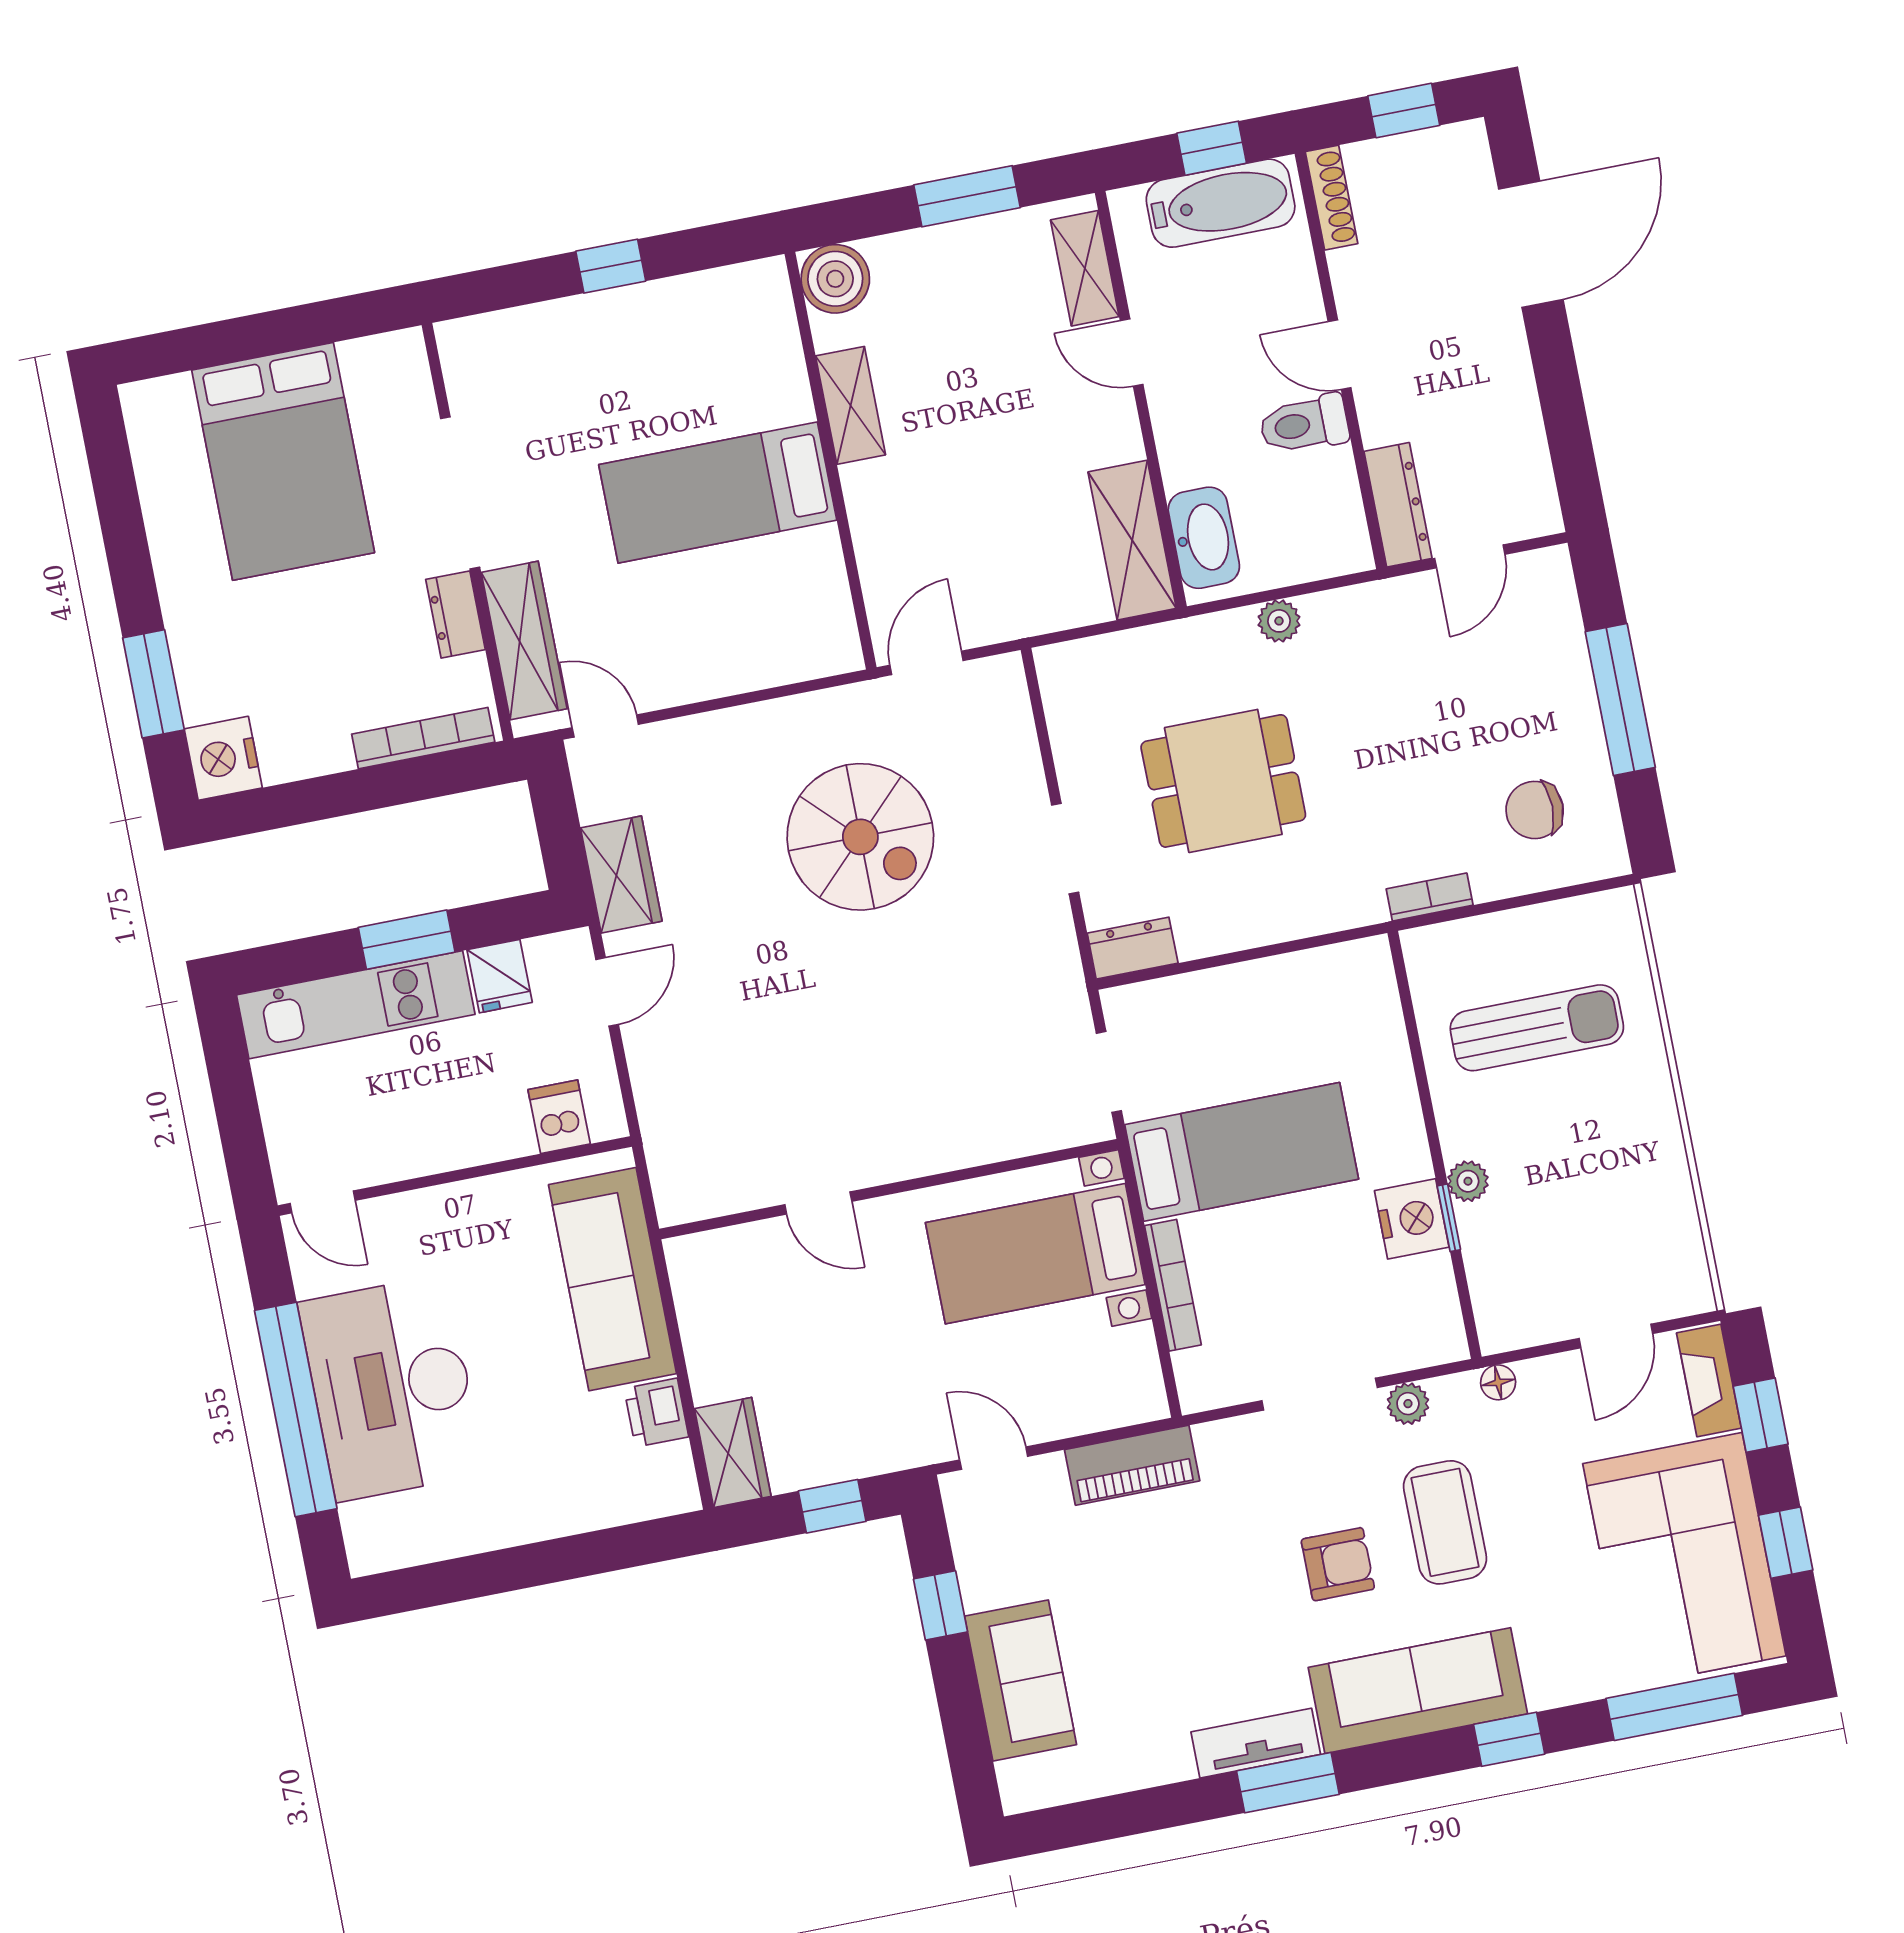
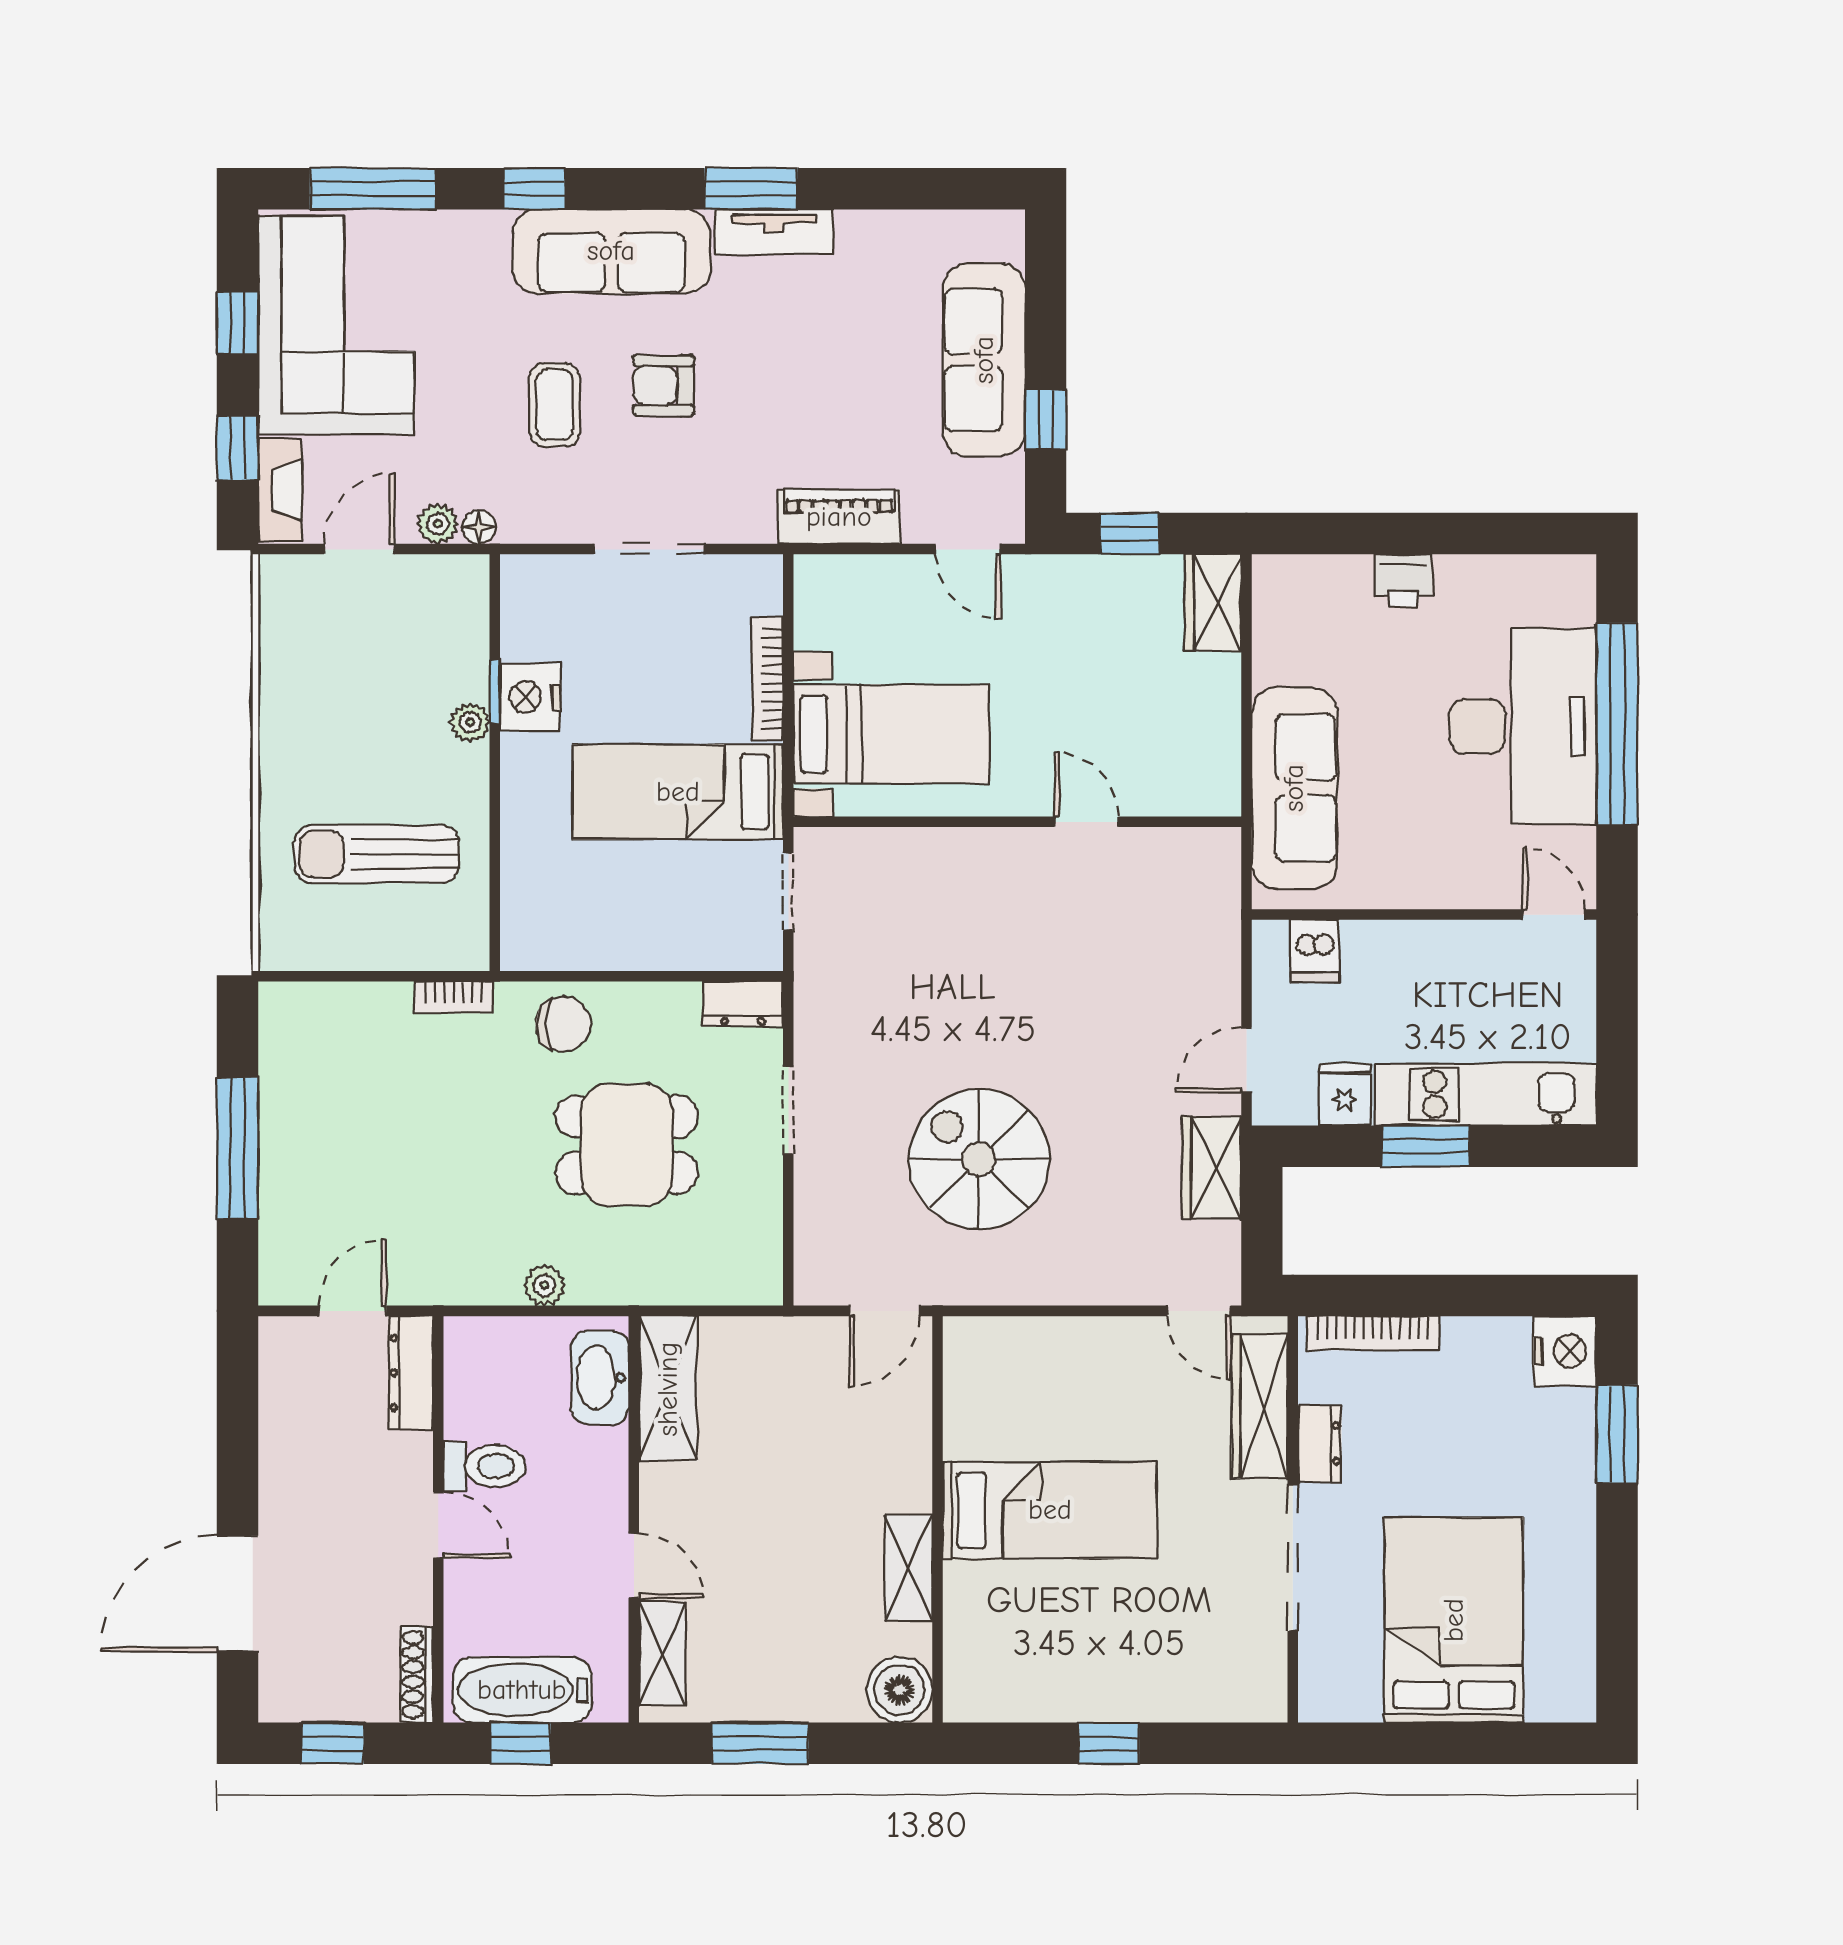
chair: (1535, 810) -> (563, 1024), moved
plant: (1408, 1404) -> (438, 524), moved
printer: (656, 1413) -> (1403, 580), moved, turned 90
coffee table: (1445, 1522) -> (555, 405), width x0.73, depth x0.77
sofa: (1021, 1680) -> (984, 360), width x1.36

